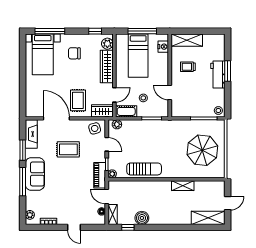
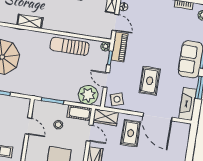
door: (114, 95) -> (90, 133), swing flipped
plant: (117, 124) -> (88, 95), width x1.87, depth x1.87
rug: (68, 149) -> (150, 81), turned 90

